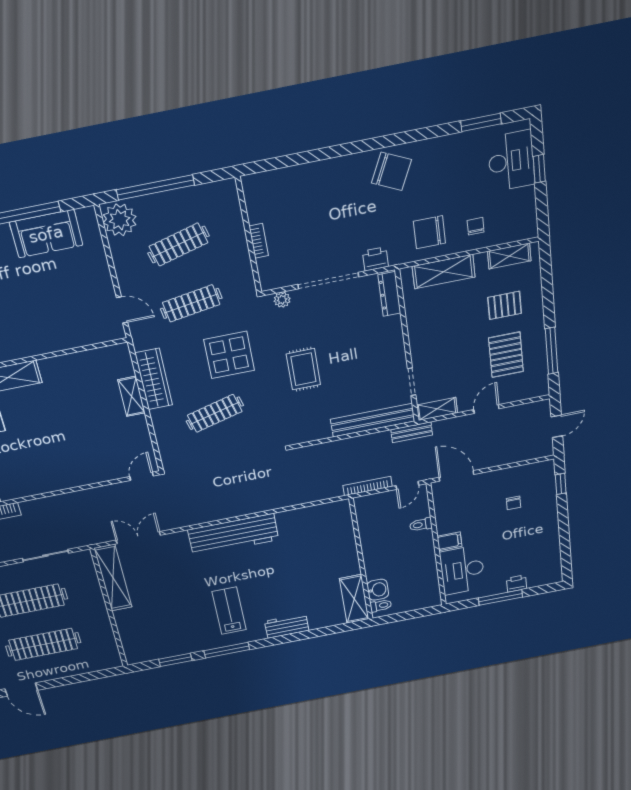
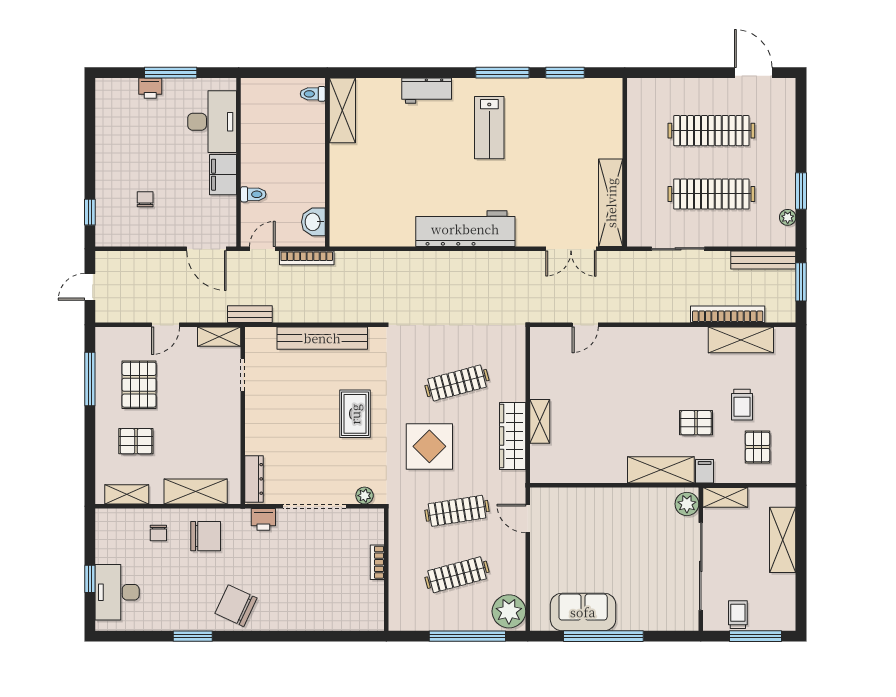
window: (481, 122) -> (193, 636), moved
bench: (373, 420) -> (322, 338), moved
door: (142, 476) -> (585, 325), moved
filing cabinet: (449, 541) -> (223, 175), width x2.00
washbasin: (378, 590) -> (313, 222), moved

